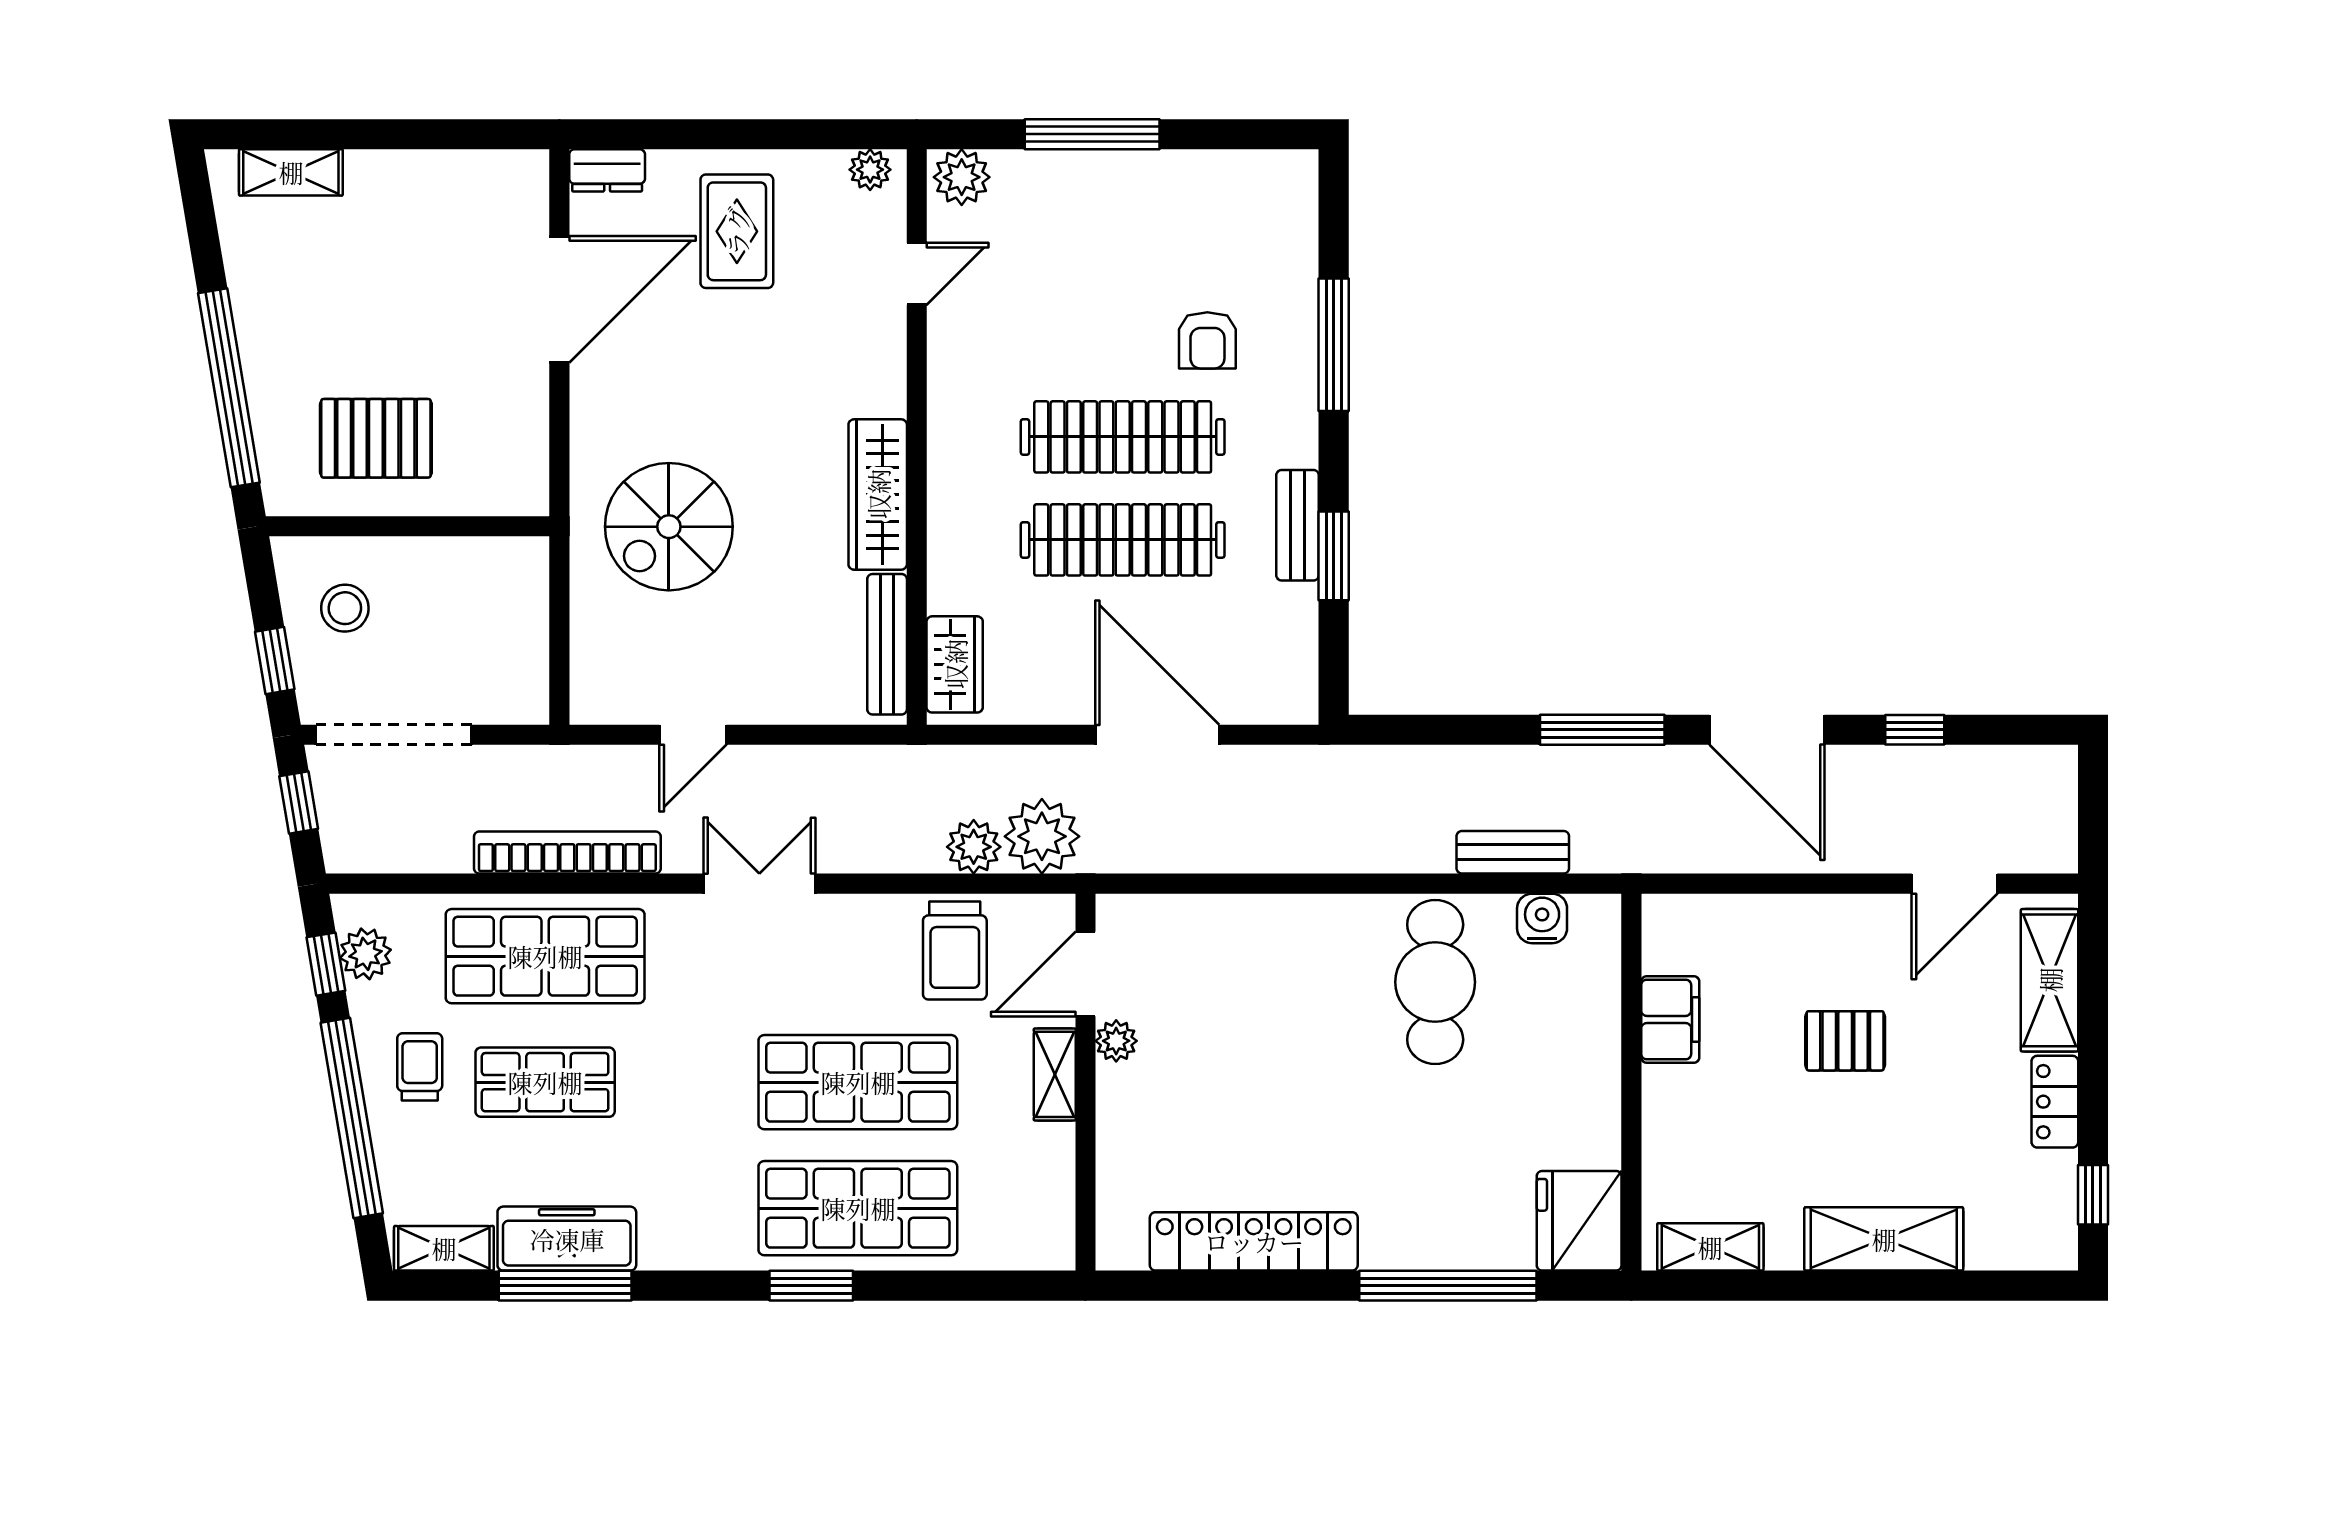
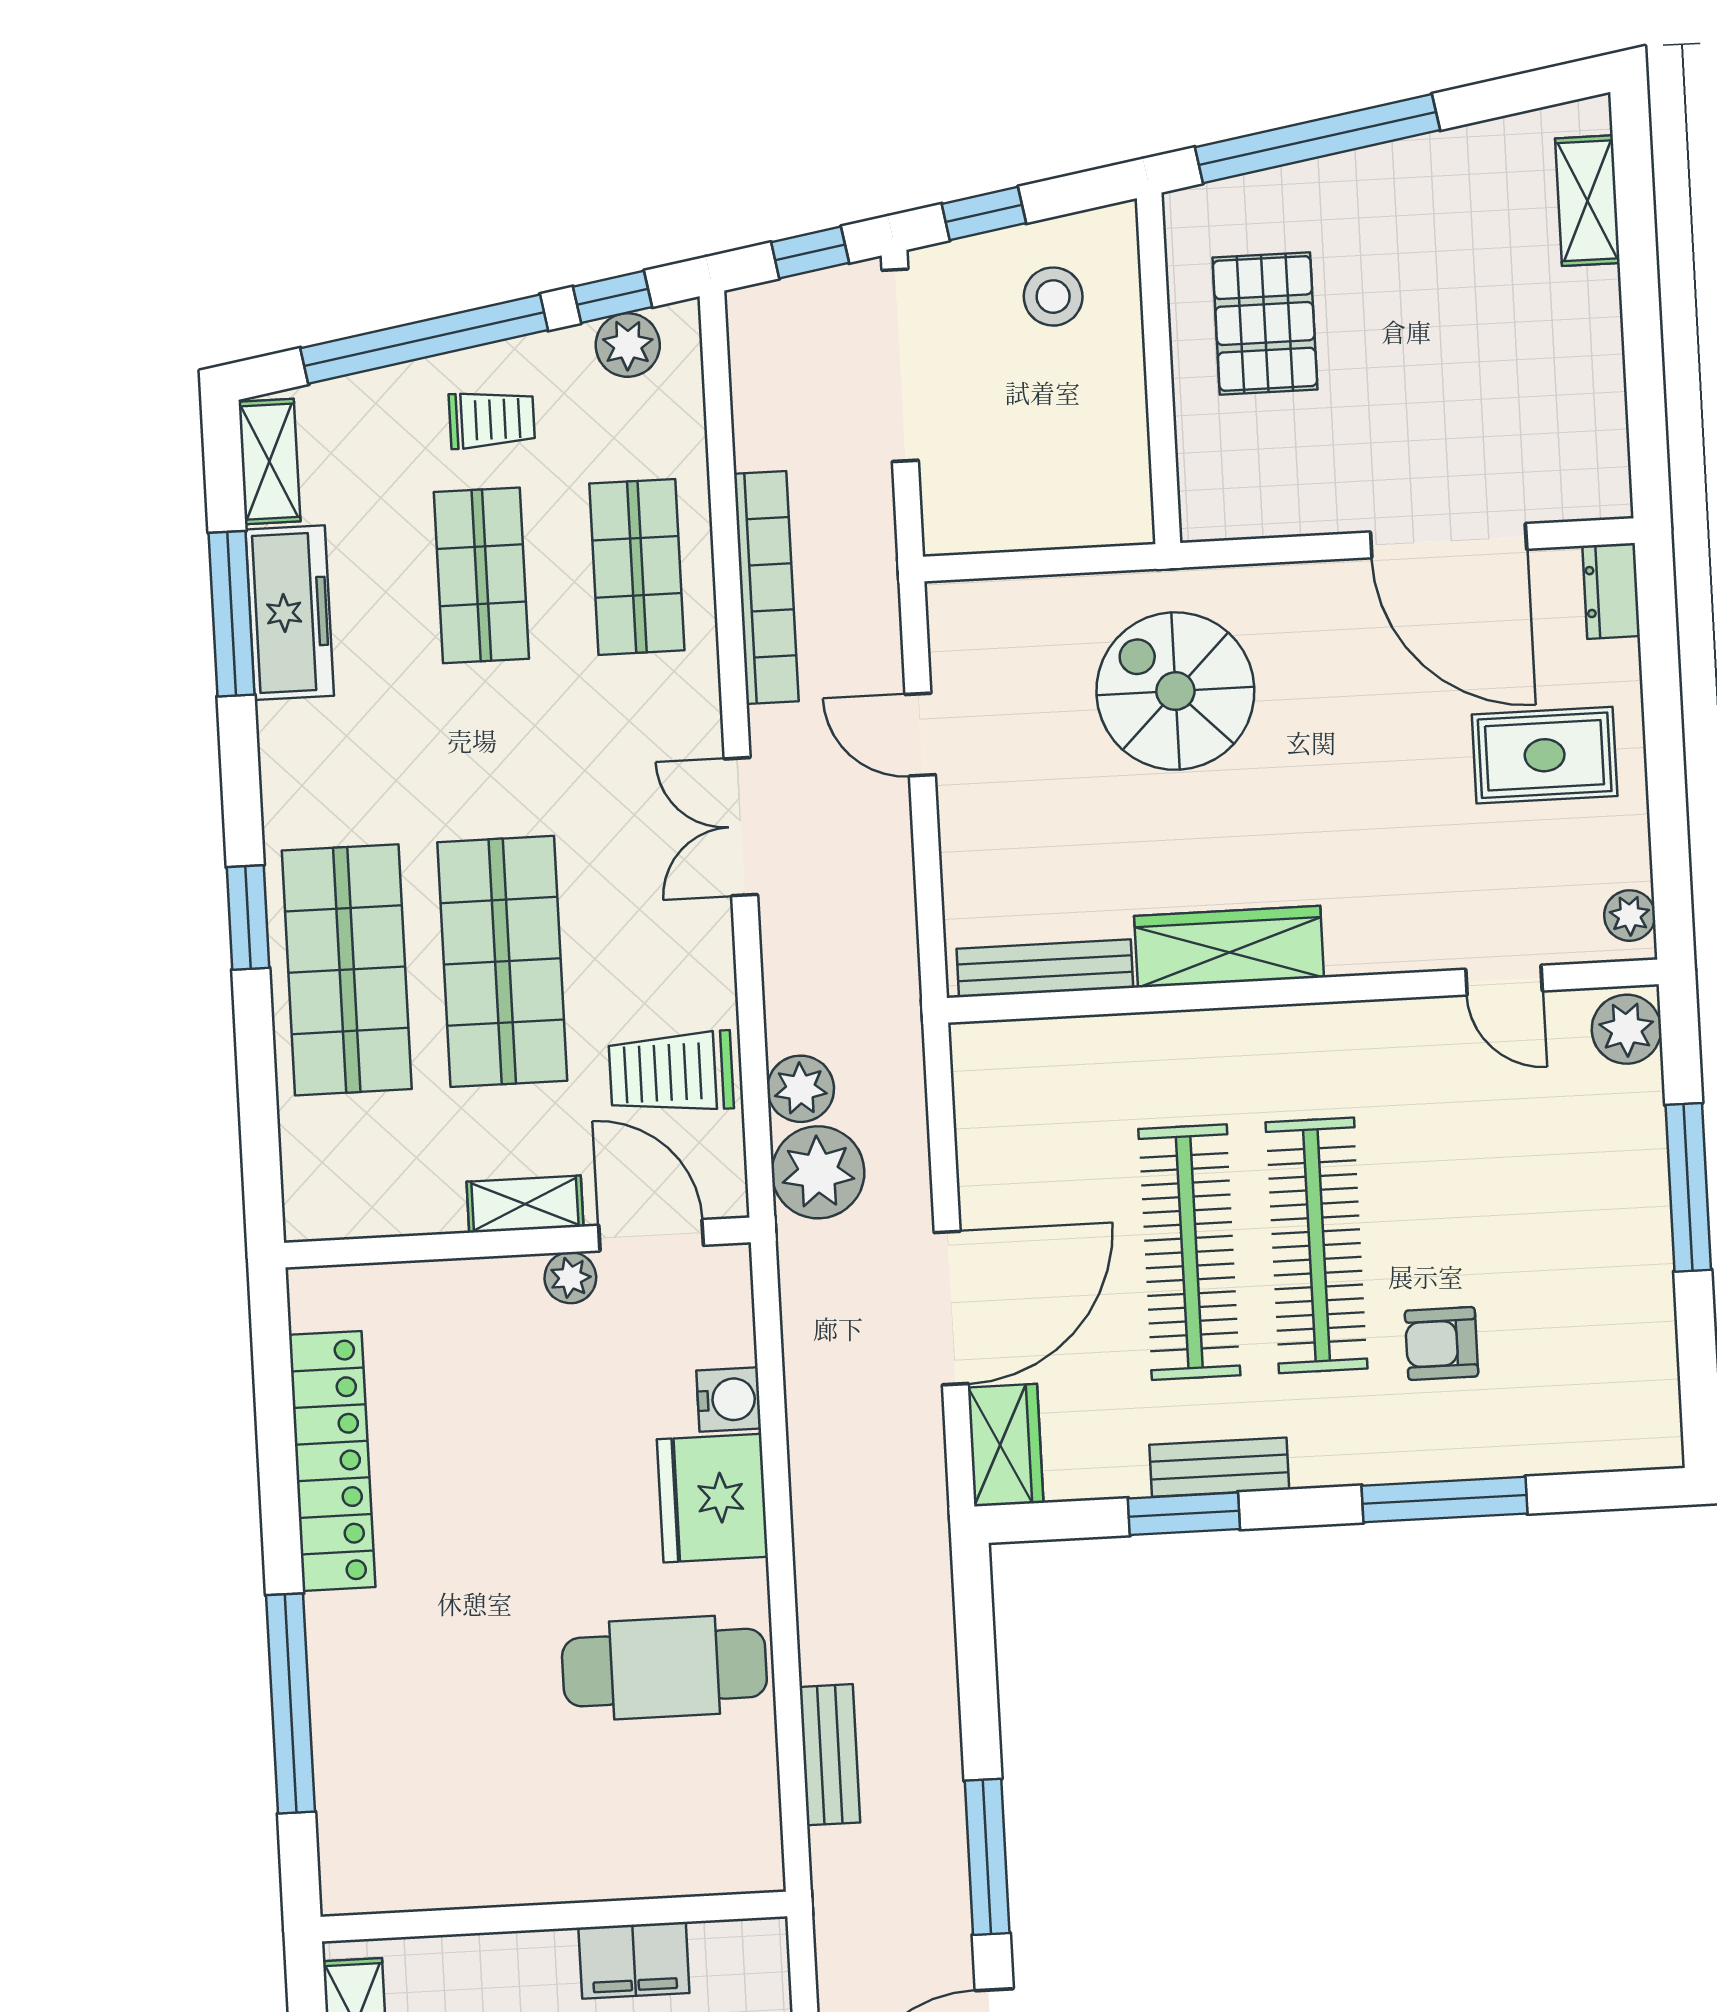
wardrobe: (955, 664) -> (1006, 1445), moved, turned -90
double door: (759, 884) -> (741, 827), swing flipped
water cooler: (1542, 918) -> (729, 1400), moved
shop shelf: (545, 956) -> (637, 567), width x0.70, depth x0.74
fridge: (1579, 1221) -> (712, 1498), moved, turned -90

